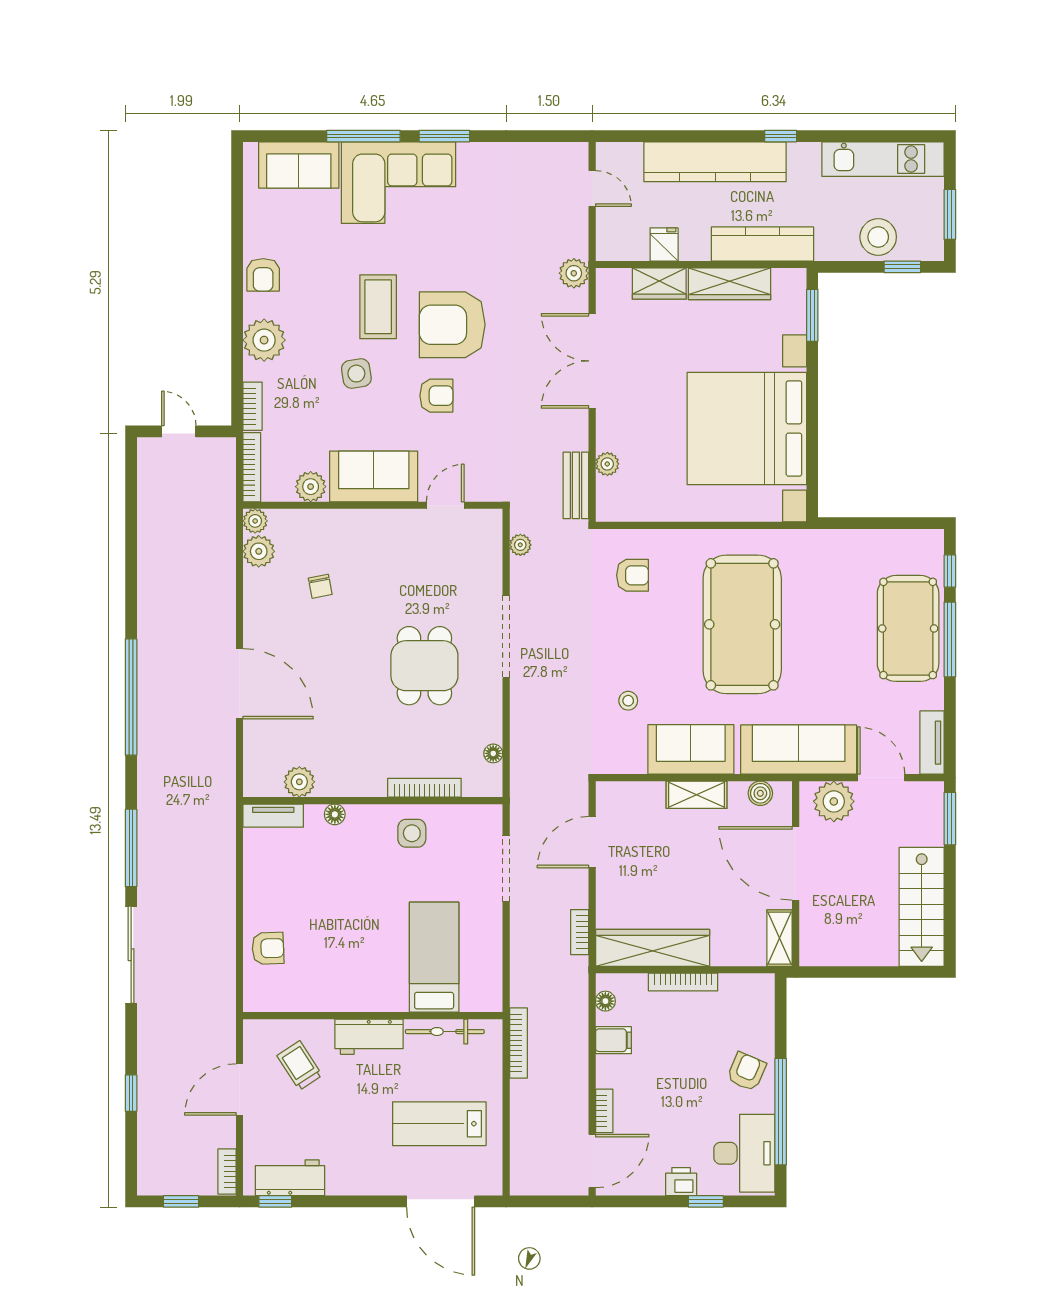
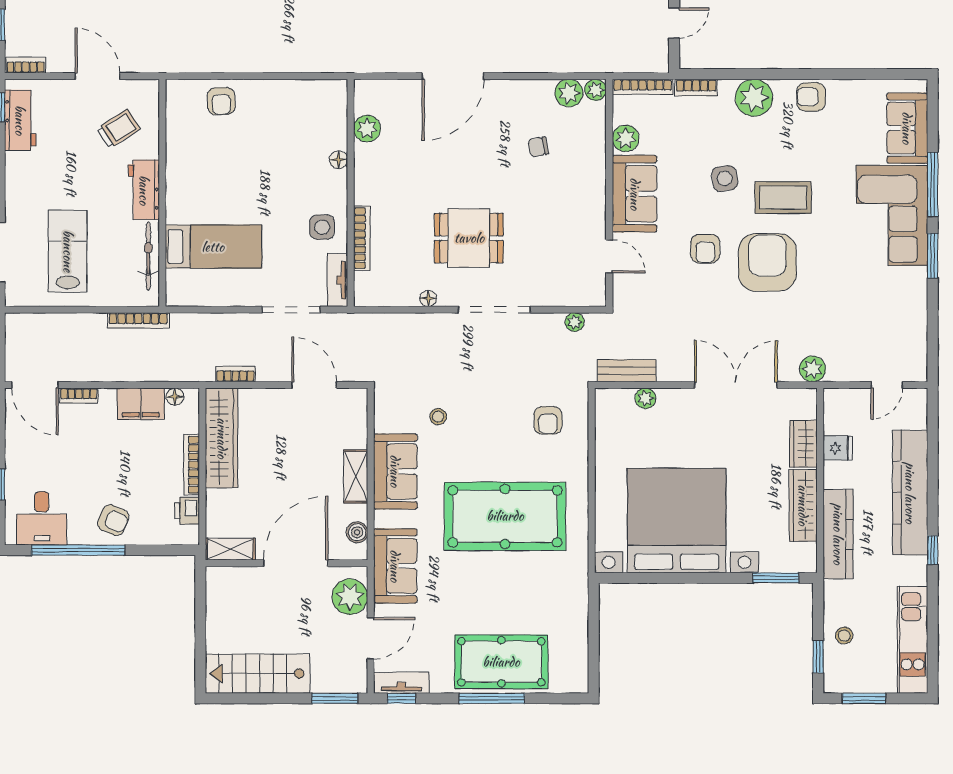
stool: (878, 237) -> (844, 636), width x0.53, depth x0.53
window: (950, 571) -> (401, 698), moved
sofa: (799, 750) -> (395, 566), width x0.73
floor lamp: (493, 753) -> (428, 298), moved
tv unit: (273, 816) -> (337, 280), moved
filing cabinet: (613, 1040) -> (141, 404), width x2.00
desk: (744, 1153) -> (42, 518), width x0.73
printer: (681, 1182) -> (187, 511), moved, turned 180

